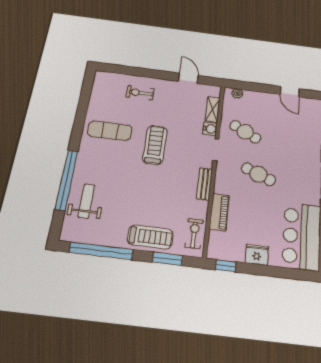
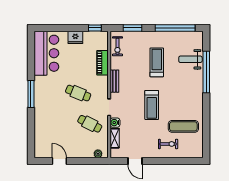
exercise mat: (110, 131) -> (183, 126), moved
weight bench: (87, 201) -> (190, 59), turned 90
treadmill: (150, 237) -> (157, 62), moved, turned 90

